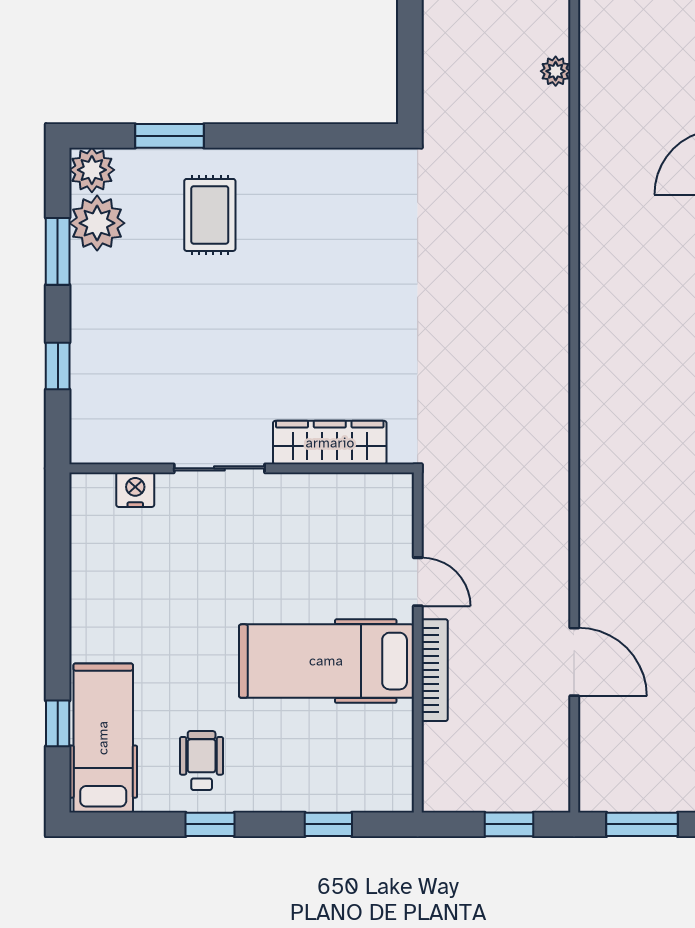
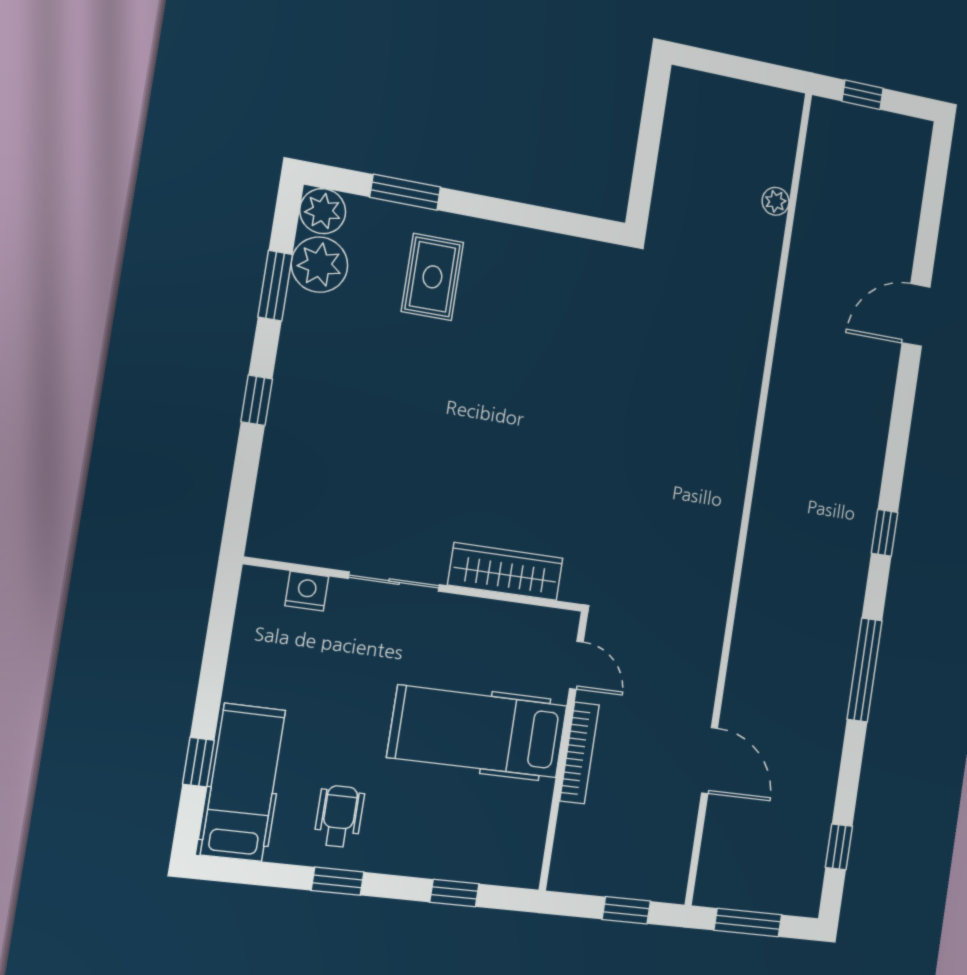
wardrobe: (330, 443) -> (506, 571), moved
sliding door: (219, 468) -> (394, 582), moved
wall: (242, 468) -> (416, 585), moved
nightstand: (135, 490) -> (307, 591), moved

